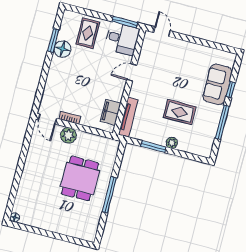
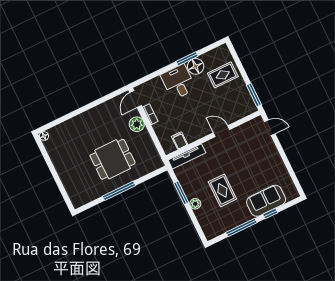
door: (162, 32) -> (270, 128), hinge flipped
desk: (122, 39) -> (178, 82), moved, turned 180
window: (53, 40) -> (187, 59), moved
filing cabinet: (111, 112) -> (180, 141), width x0.50

